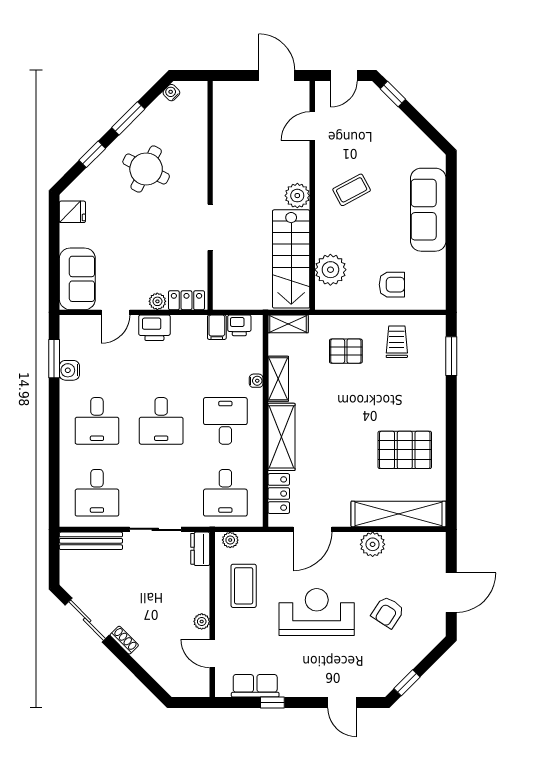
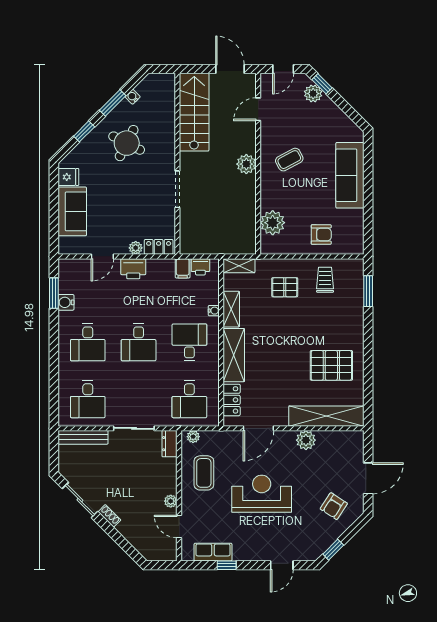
water cooler: (171, 93) -> (133, 97), moved
plant: (382, 106) -> (313, 94), added
stairs: (291, 259) -> (194, 112), moved, turned 180
sofa: (77, 279) -> (72, 211), moved
armchair: (388, 612) -> (334, 506), moved
door: (342, 702) -> (282, 565), hinge flipped

